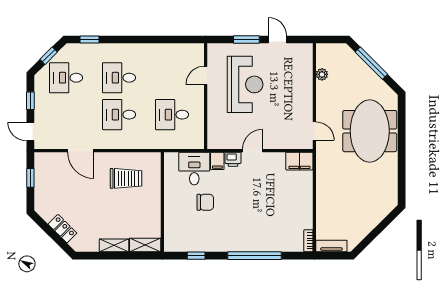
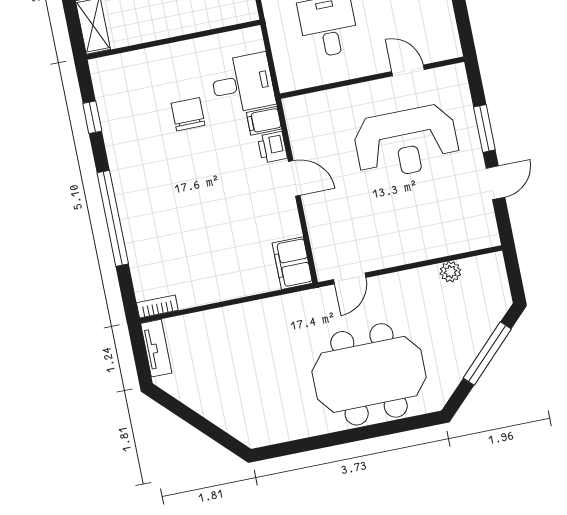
chair: (205, 202) -> (188, 114), turned 180

